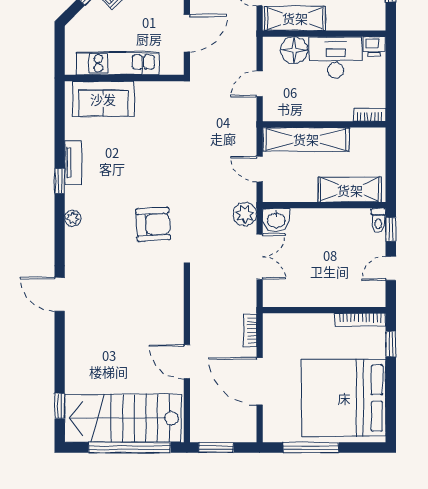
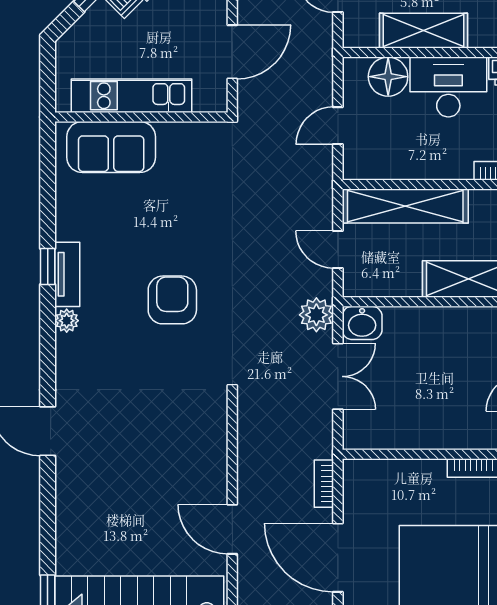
shelving: (295, 18) -> (424, 31), moved
tv unit: (73, 162) -> (67, 274), moved
armchair: (153, 224) -> (172, 300), moved, turned -87

